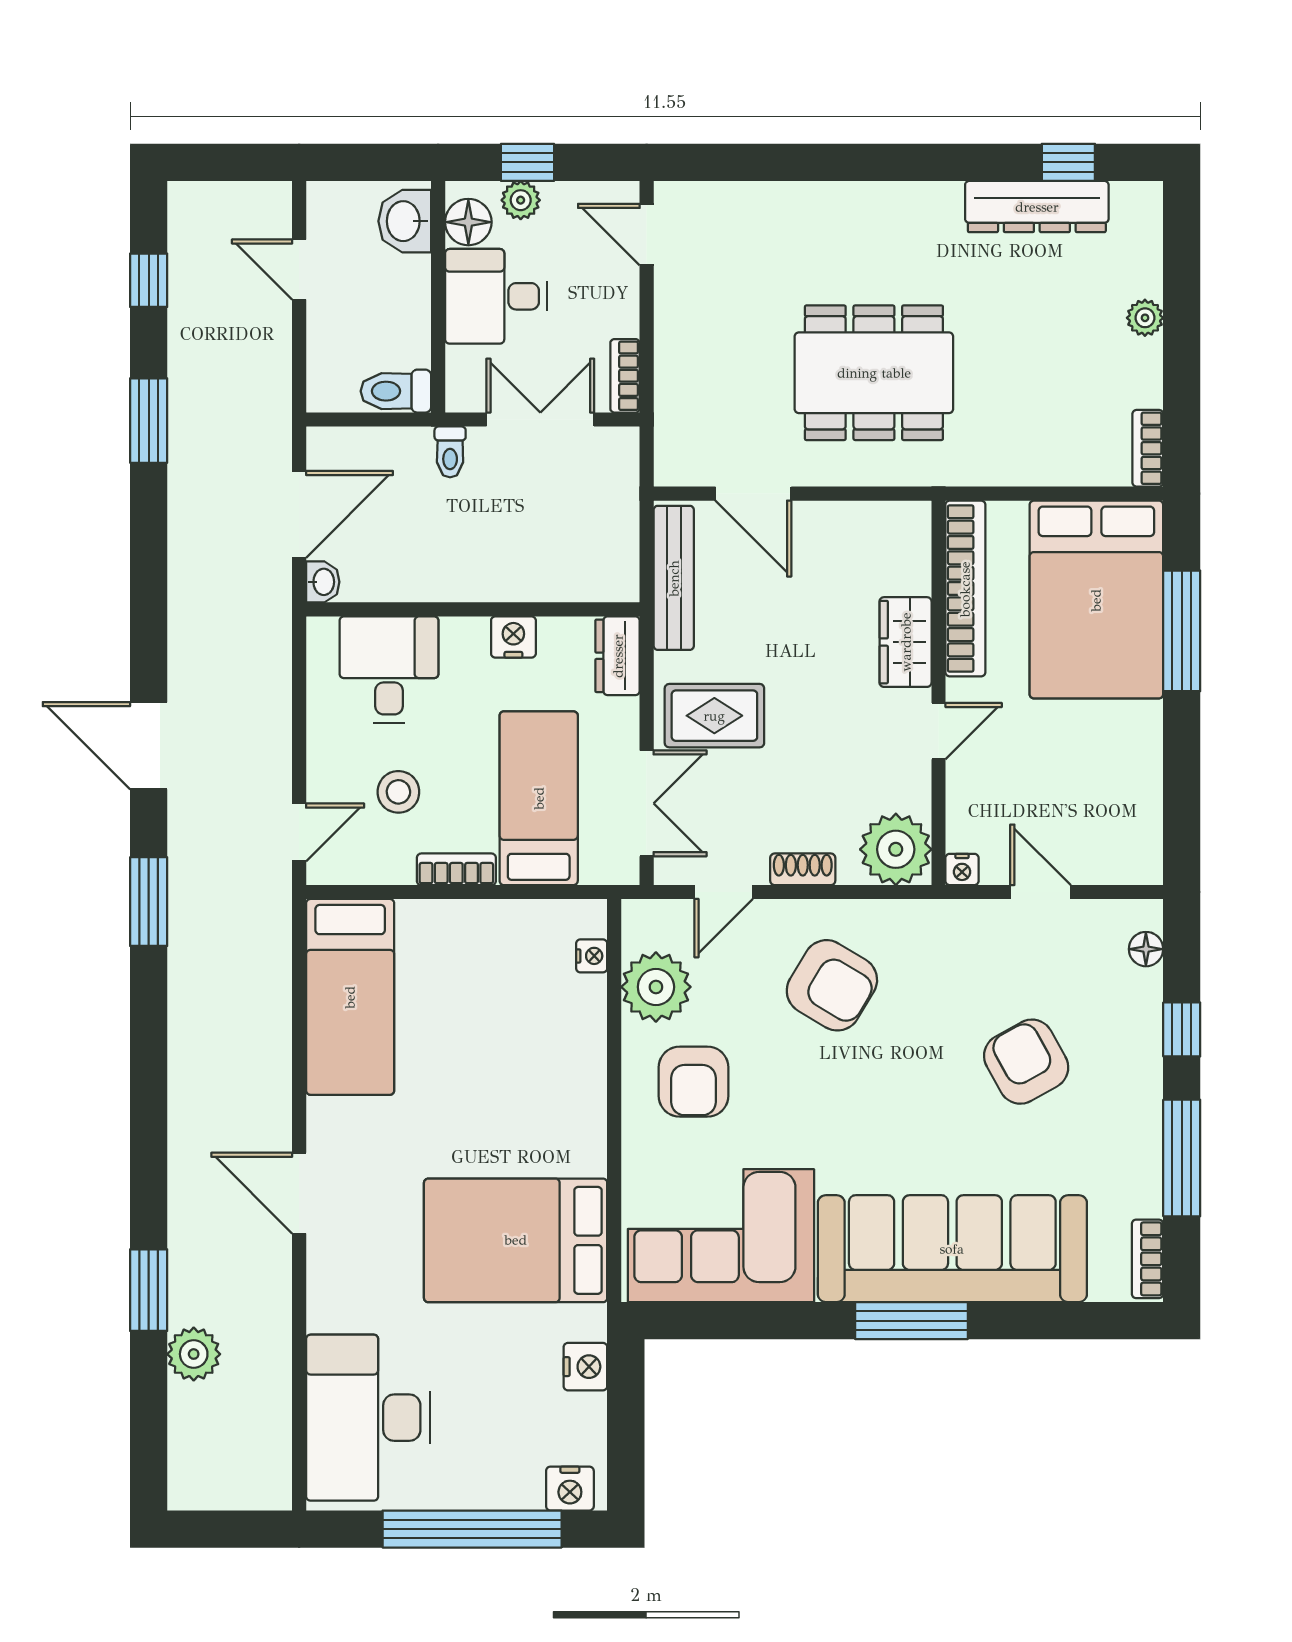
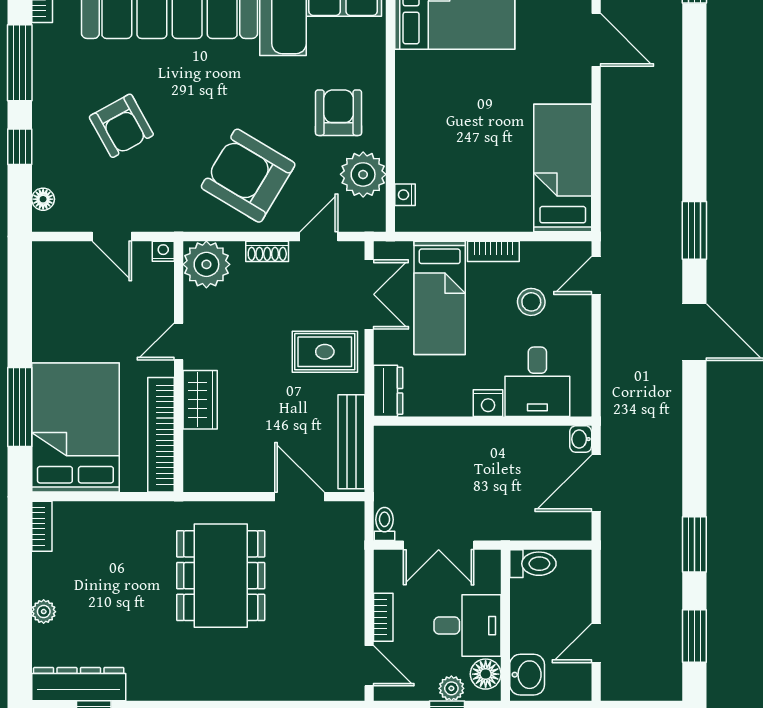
dresser: (1037, 207) -> (79, 684), moved
door: (299, 270) -> (596, 643), swing flipped
window: (149, 280) -> (694, 636), width x1.50
dining table: (874, 373) -> (221, 576), turned 90
bookcase: (625, 376) -> (383, 617), moved
toilet: (450, 452) -> (384, 524), moved
nightstand: (513, 637) -> (488, 403), moved
double door: (647, 803) -> (369, 294), swing flipped
armchair: (832, 985) -> (248, 176), width x1.36, depth x1.36

